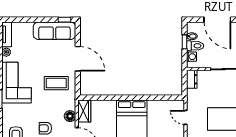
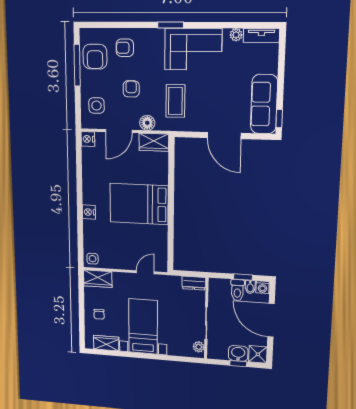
door: (217, 20) -> (271, 320), hinge flipped
washing machine: (191, 57) -> (263, 287), moved
door: (78, 59) -> (224, 136), hinge flipped
coffee table: (56, 83) -> (175, 101), moved

